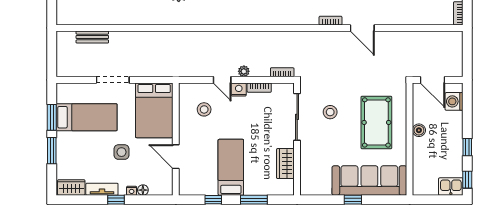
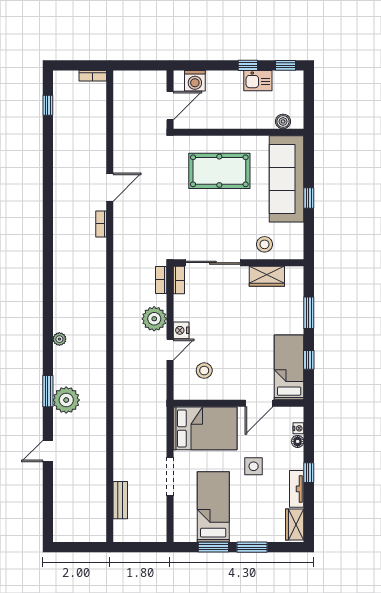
plant: (244, 71) -> (154, 319), width x1.88, depth x1.88
bookcase: (259, 88) -> (179, 280), moved
stool: (330, 112) -> (265, 244), moved
boiler: (419, 130) -> (283, 121), moved
bed: (231, 167) -> (289, 367), moved, turned 90
kitchen sink: (451, 187) -> (258, 81), moved, turned -90
nightstand: (132, 191) -> (298, 428), moved

